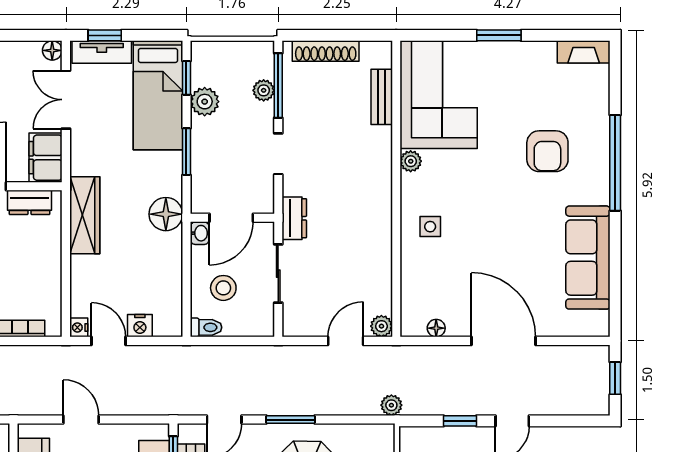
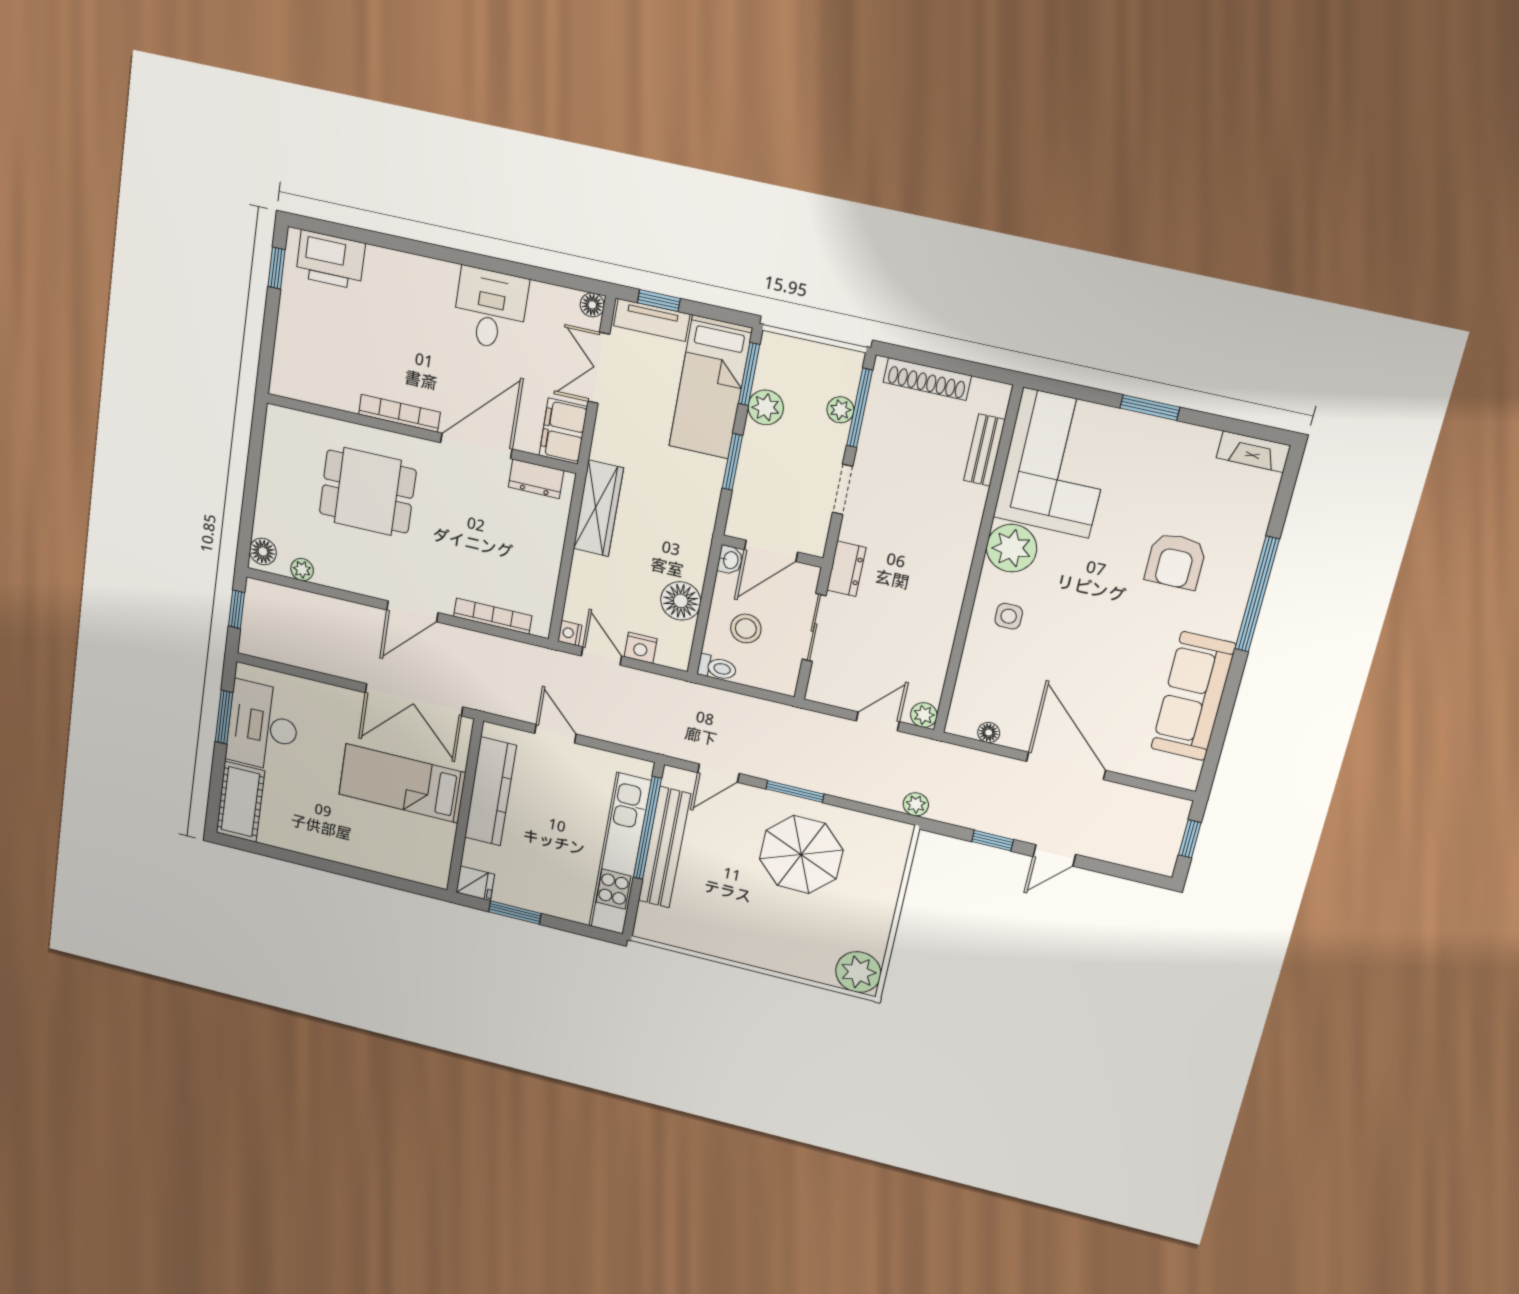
window: (186, 78) -> (749, 374), width x1.50
plant: (411, 161) -> (1012, 548), width x1.87, depth x1.87
floor lamp: (166, 214) -> (681, 601), moved

